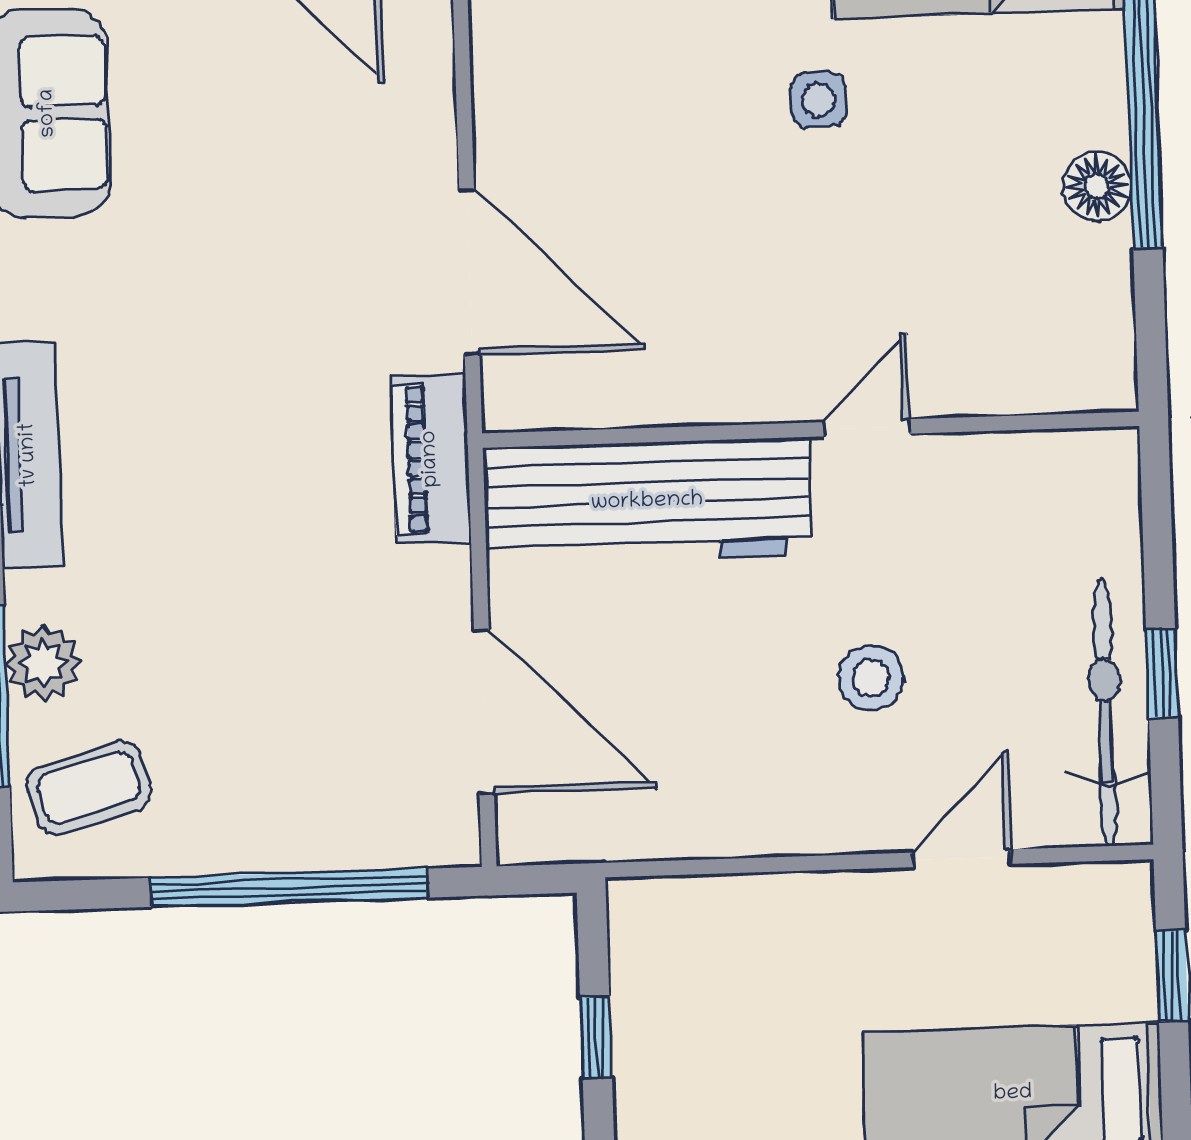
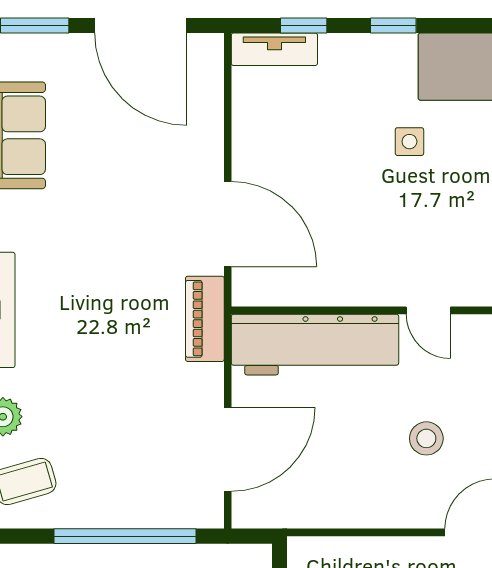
door: (866, 428) -> (428, 310), swing flipped
door: (484, 712) -> (228, 449), hinge flipped

